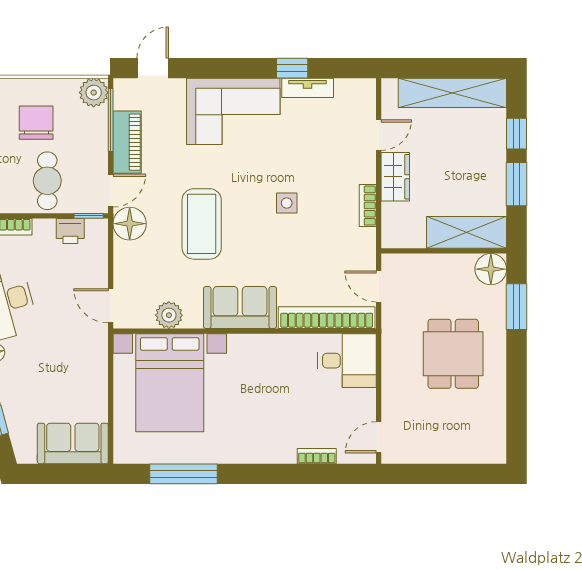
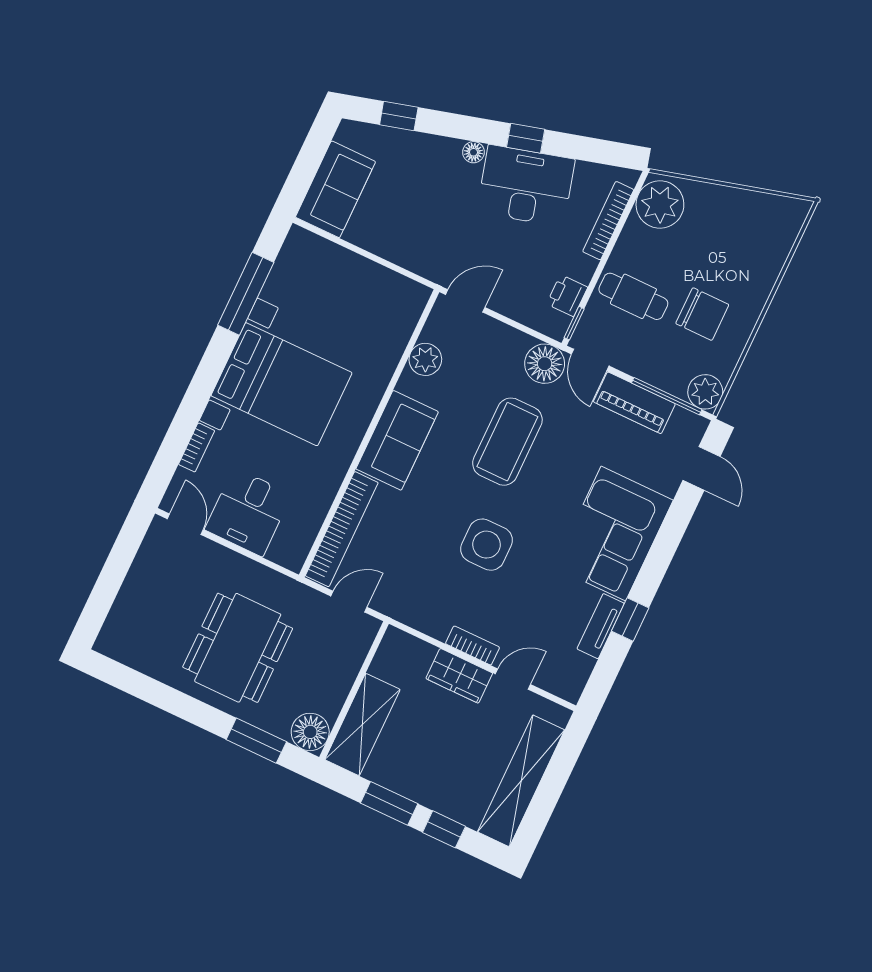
door: (379, 135) -> (513, 679), swing flipped
side table: (287, 203) -> (487, 545), width x1.87, depth x1.87
bookcase: (368, 206) -> (472, 645), moved
coffee table: (202, 224) -> (507, 442), turned 90
dining table: (453, 354) -> (238, 648), width x1.38
desk: (347, 361) -> (248, 512), moved
bed with nightstands: (170, 383) -> (281, 384), moved, turned 180

